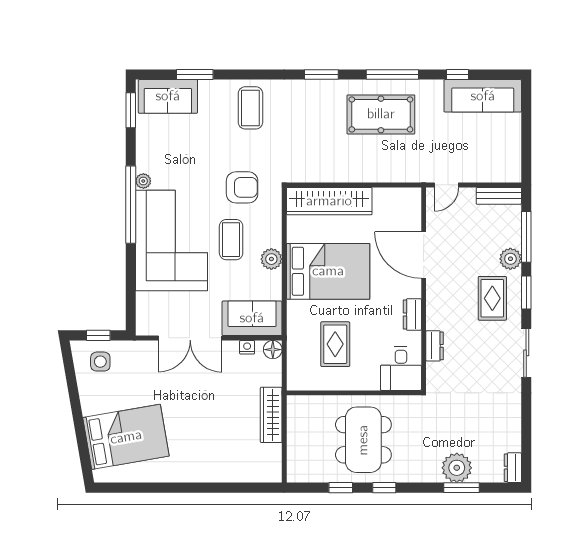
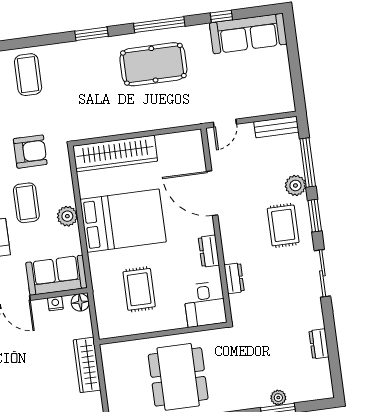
plant: (457, 468) -> (278, 398), width x0.53, depth x0.53
dresser: (513, 468) -> (319, 344), moved

